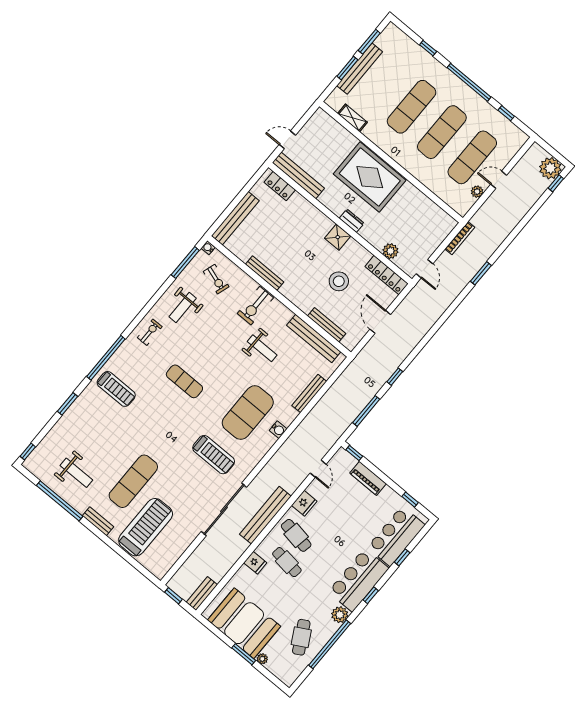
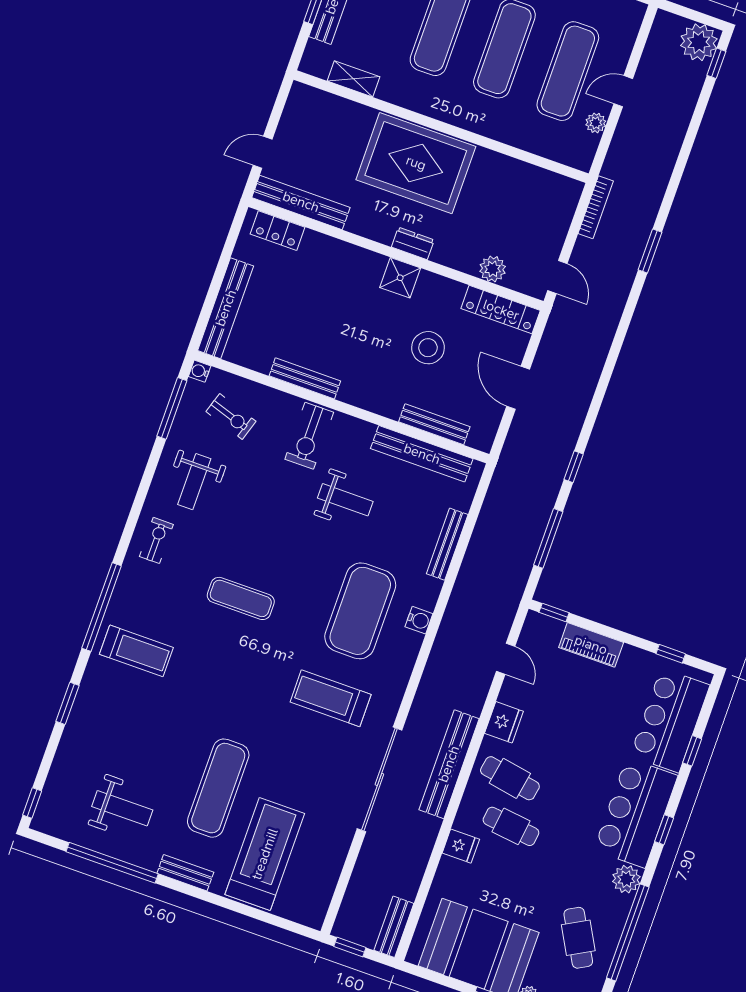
treadmill: (214, 455) -> (331, 698), turned 180

